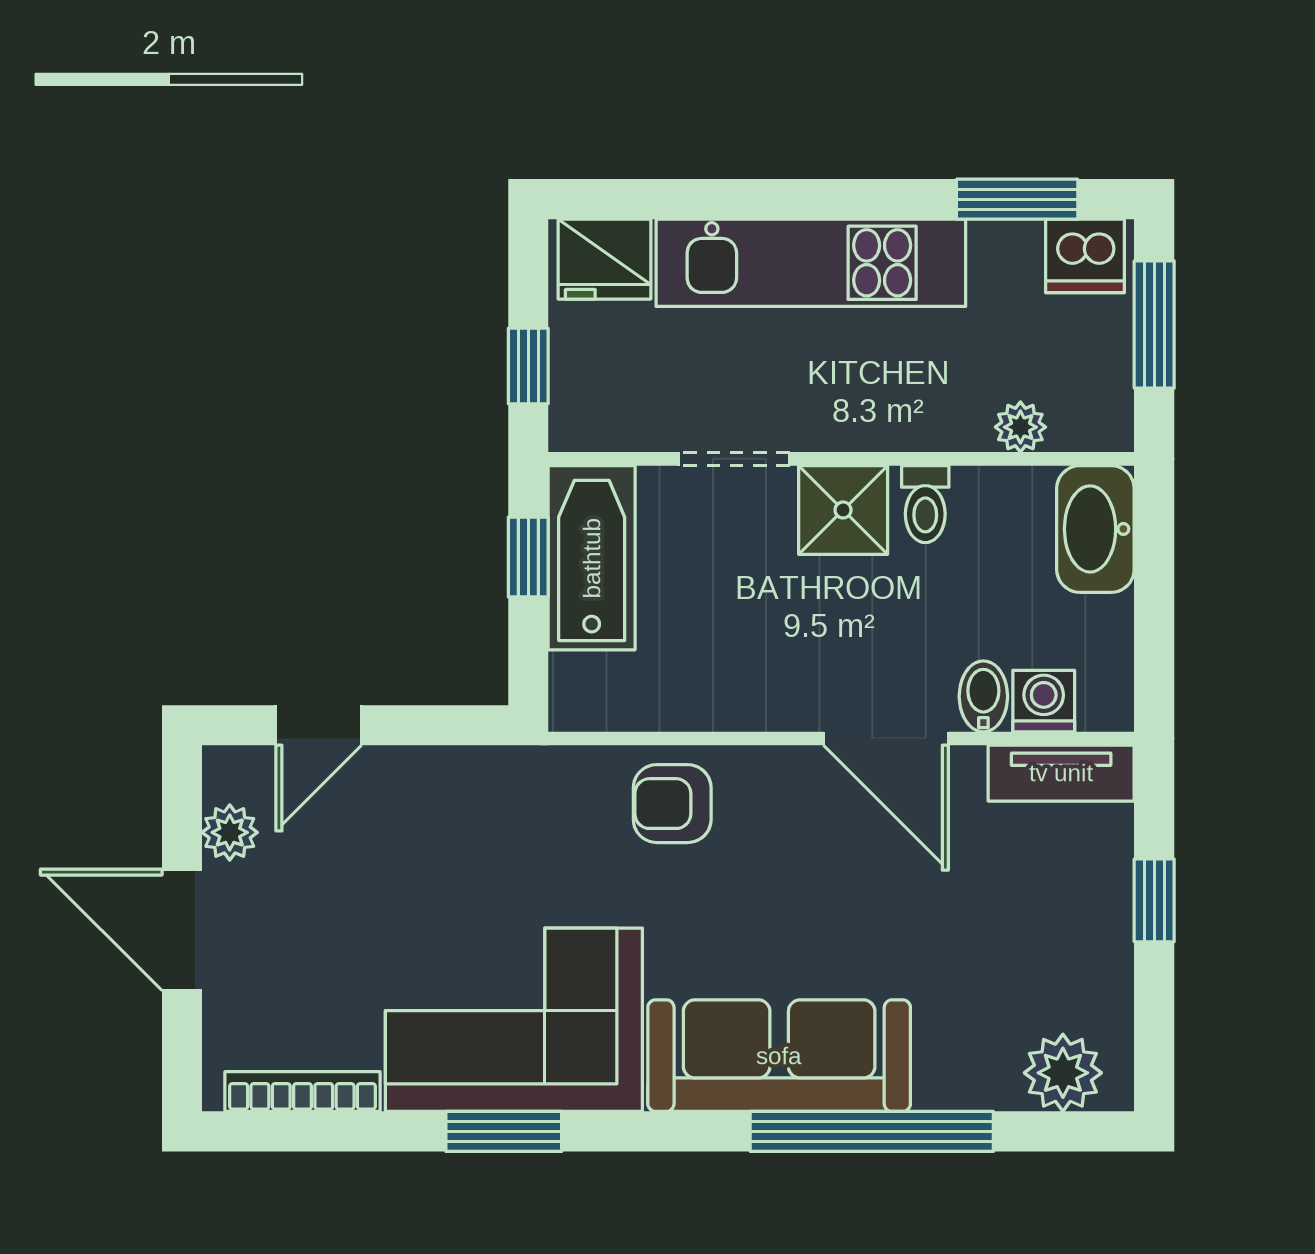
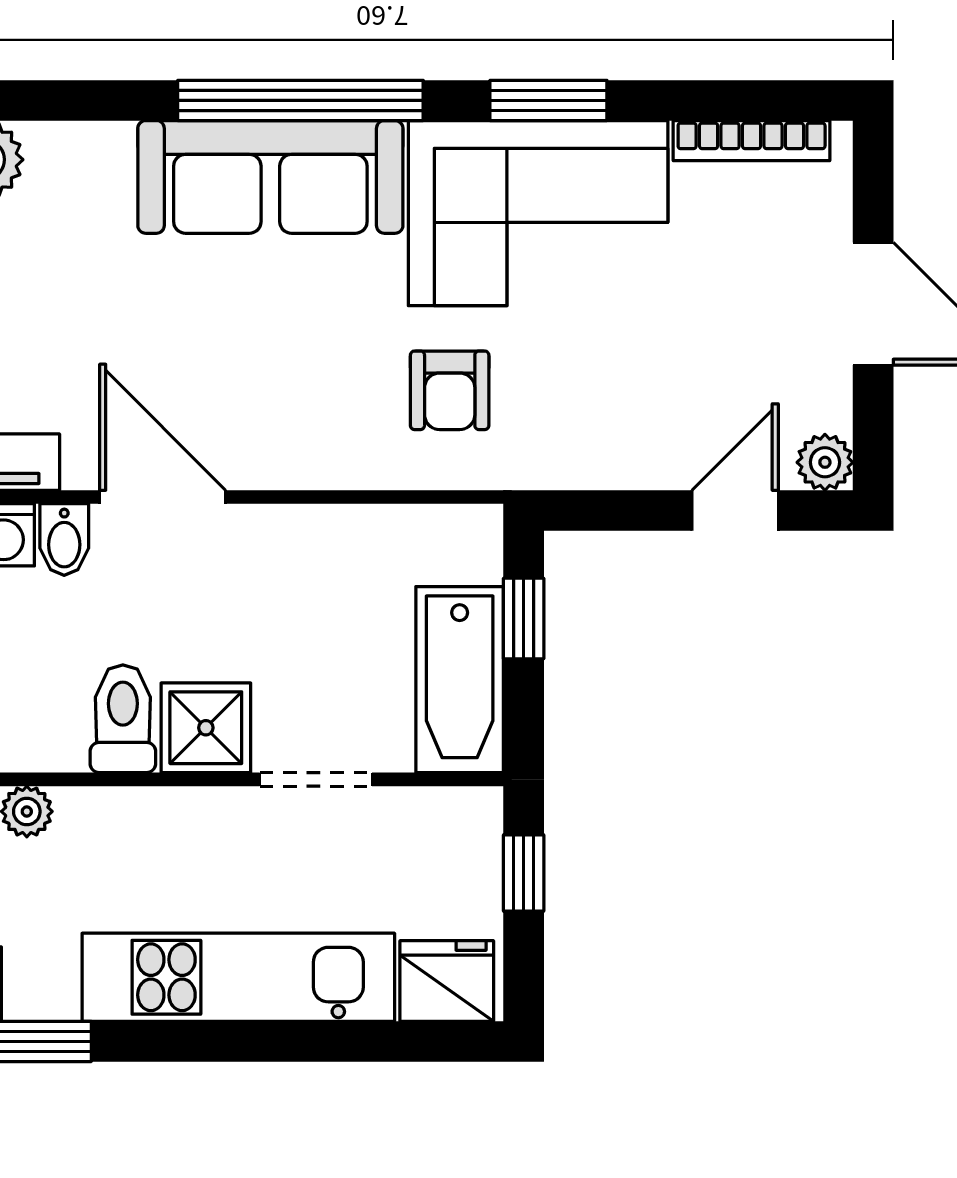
toilet: (925, 504) -> (123, 719), width x1.37, depth x1.39
window: (528, 557) -> (524, 619), moved
armchair: (672, 804) -> (450, 390), moved, turned 90
plant: (230, 832) -> (825, 462), moved
window: (872, 1131) -> (300, 100), moved

